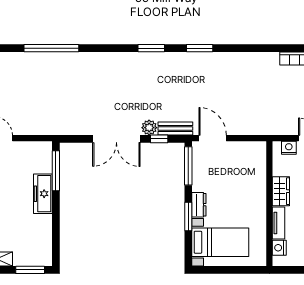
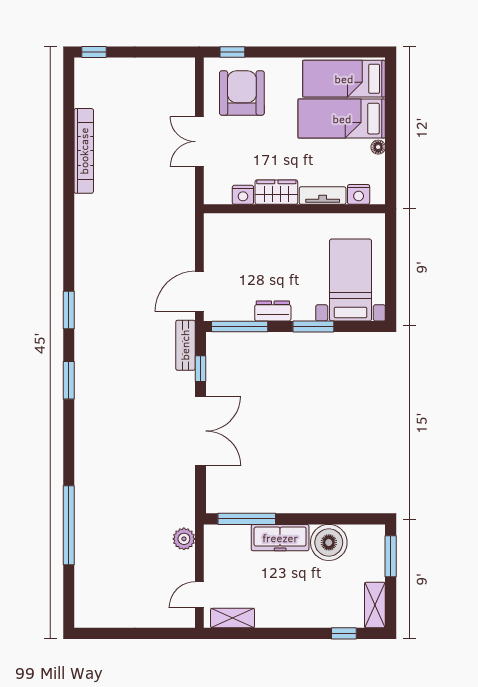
plant: (149, 128) -> (184, 539), moved
nightstand: (289, 148) -> (243, 195), moved, turned -90
dresser: (199, 205) -> (273, 311), moved
boiler: (40, 227) -> (329, 542), added

